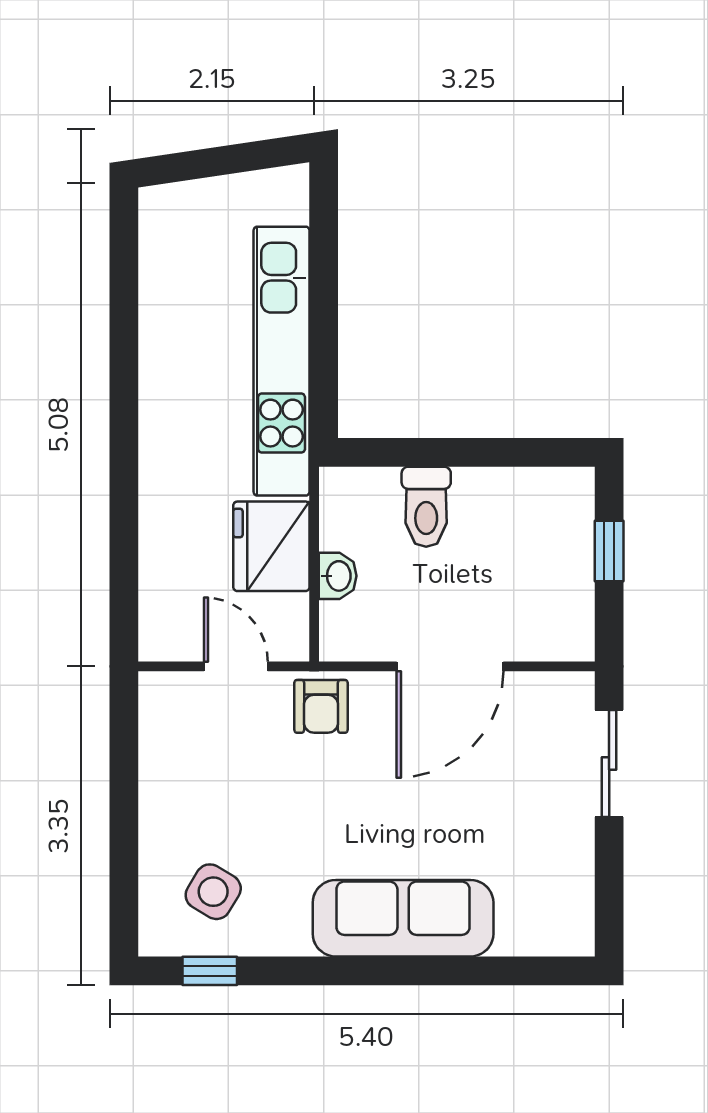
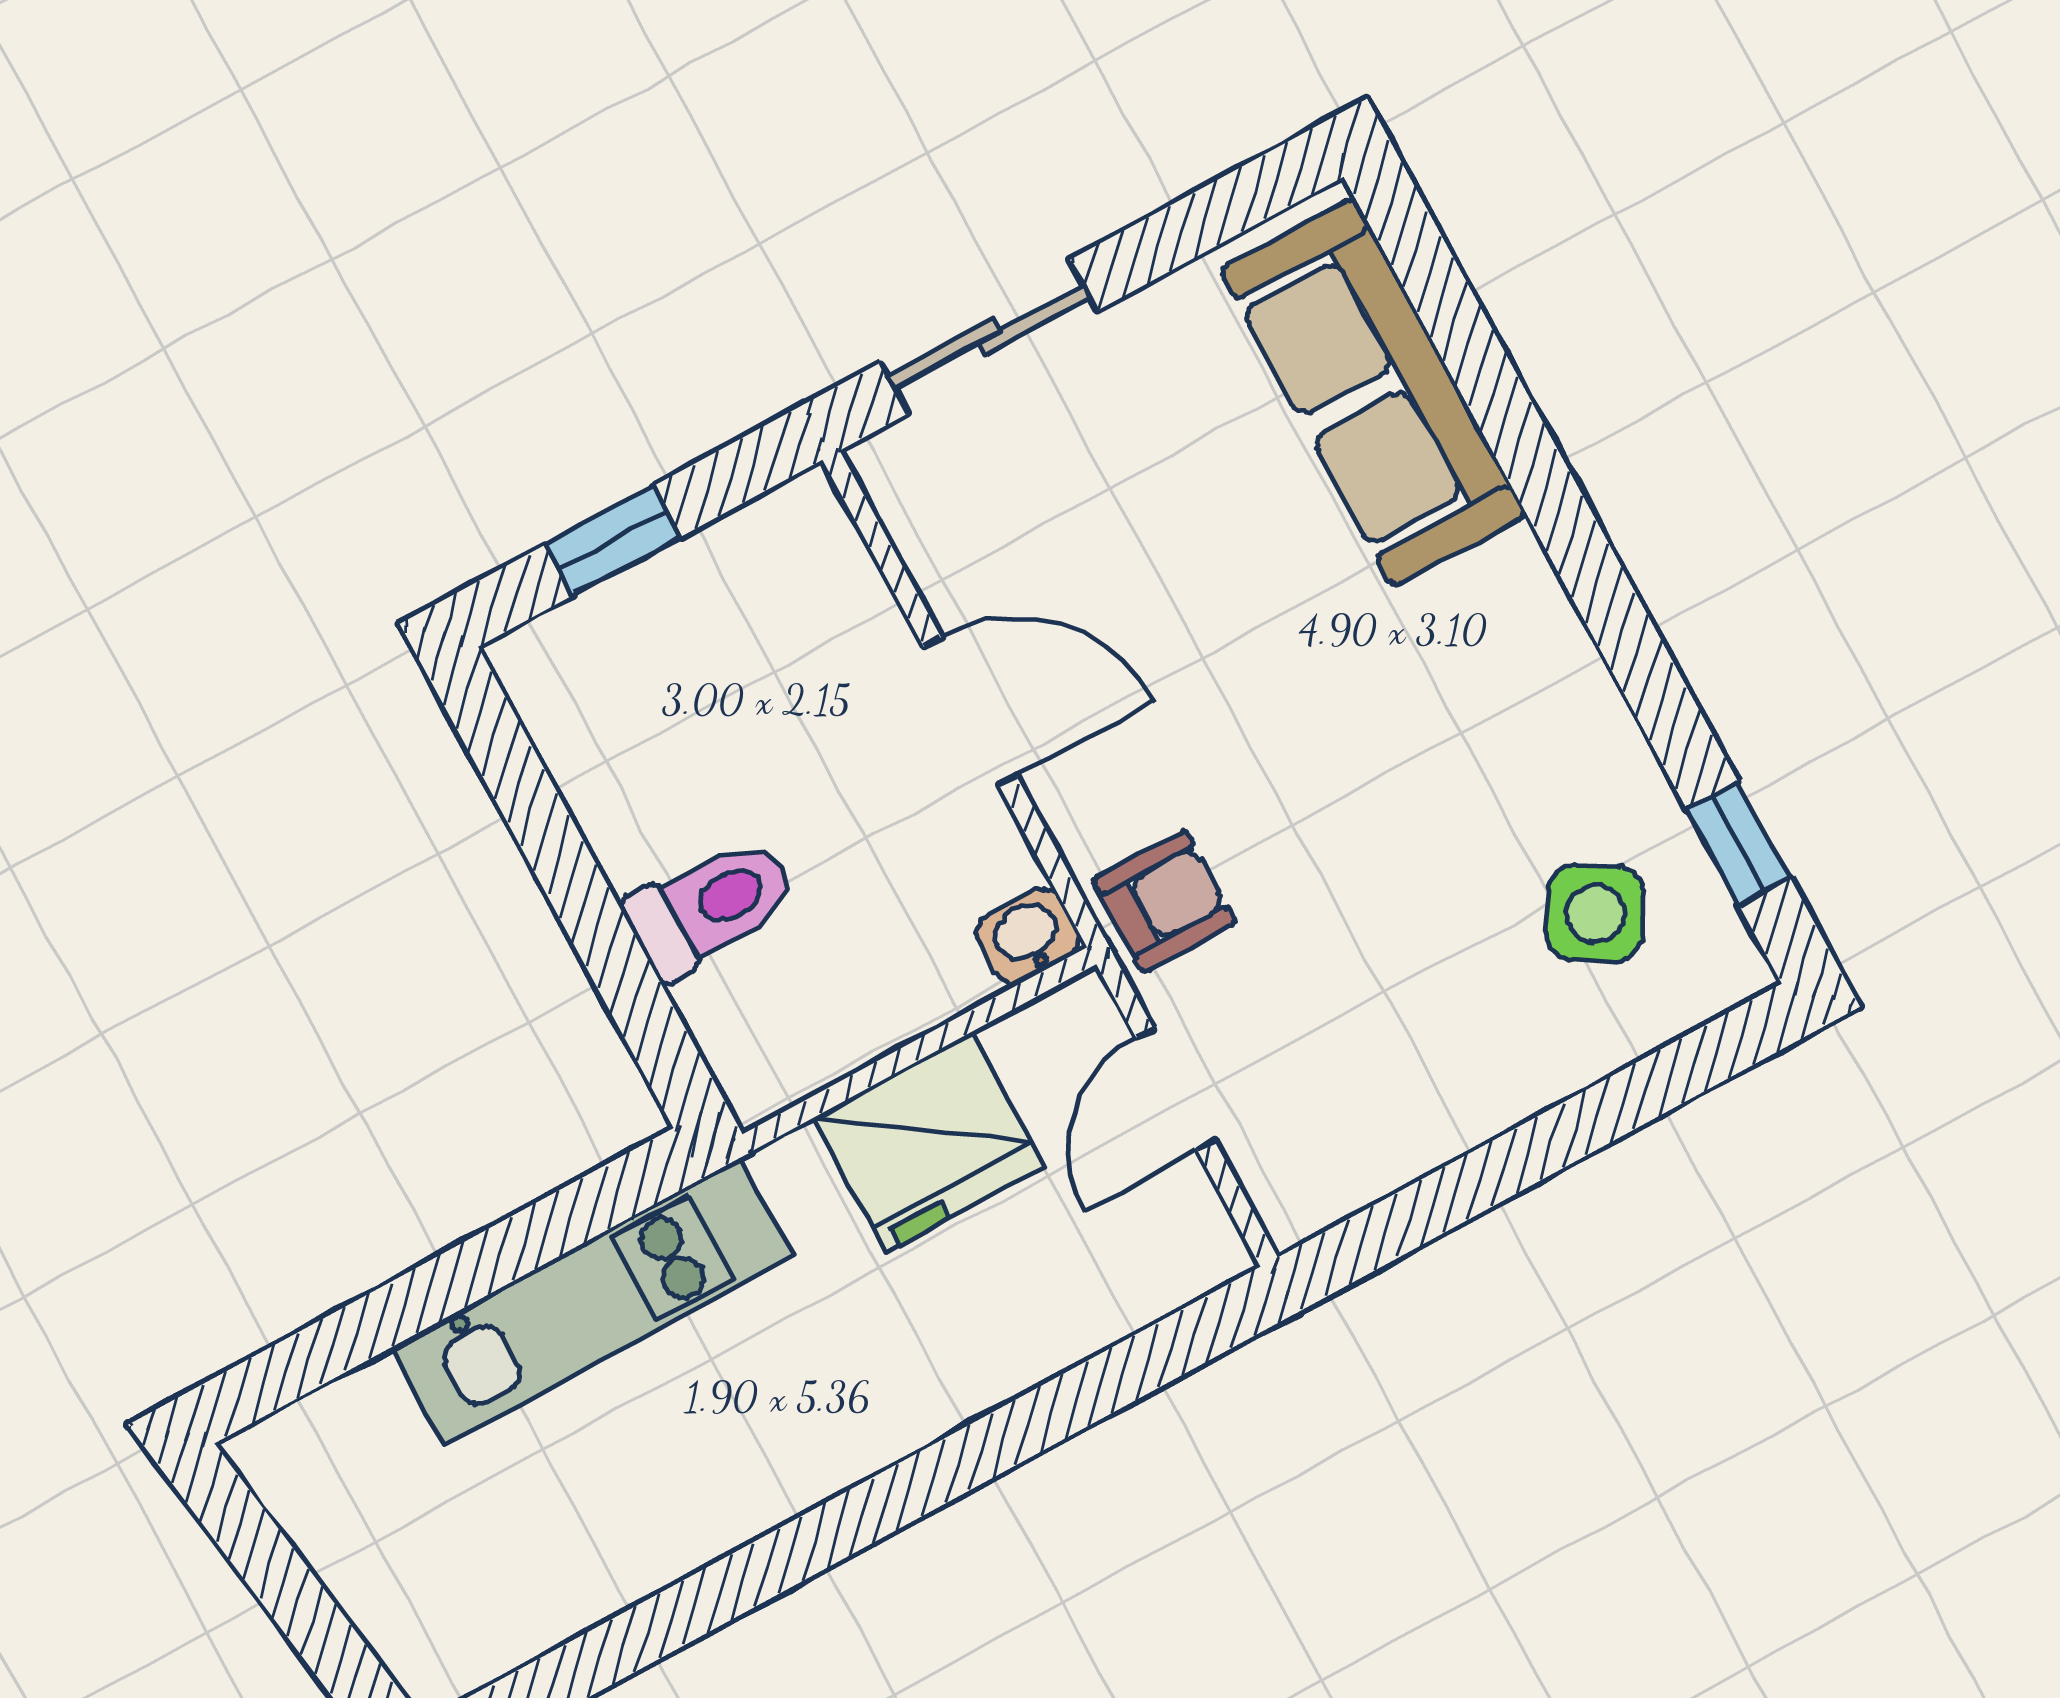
kitchen unit: (282, 361) -> (592, 1302), width x0.73
washbasin: (338, 576) -> (1028, 936), moved
door: (450, 666) -> (970, 711), width x0.73
sofa: (403, 918) -> (1373, 392), moved

